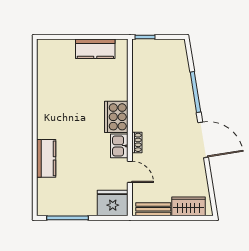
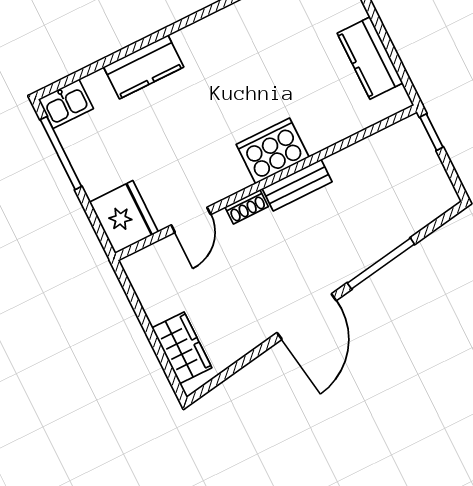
kitchen sink: (119, 146) -> (66, 104), moved, turned 180
bench: (153, 209) -> (297, 185), moved, turned 90

